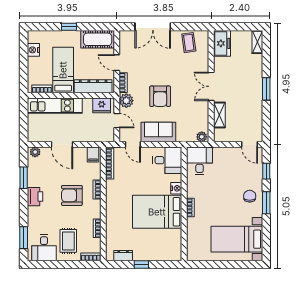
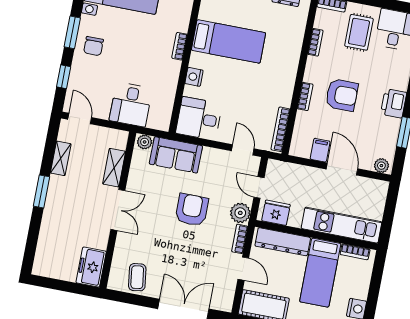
shelving: (257, 42) -> (61, 158), moved
sofa: (158, 132) -> (176, 155), moved
filing cabinet: (93, 154) -> (320, 150), moved
desk: (200, 161) -> (131, 104), moved
bed: (157, 212) -> (229, 41), width x0.67

